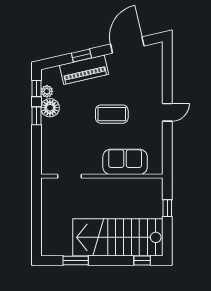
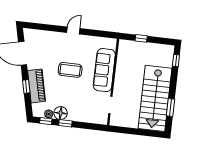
door: (167, 112) -> (73, 31), hinge flipped
coffee table: (112, 114) -> (70, 70), turned 90
sofa: (125, 162) -> (104, 70), width x1.36
stairs: (118, 237) -> (155, 98), moved

